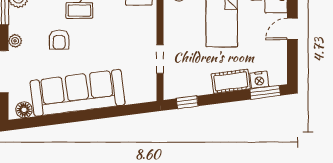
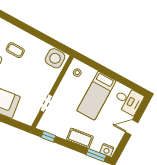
nightstand: (259, 80) -> (107, 150), moved

